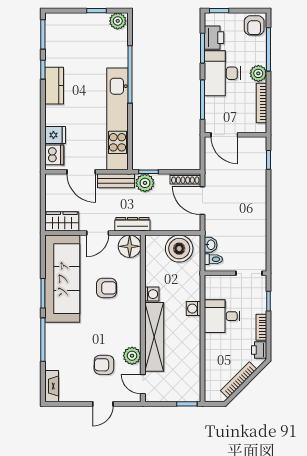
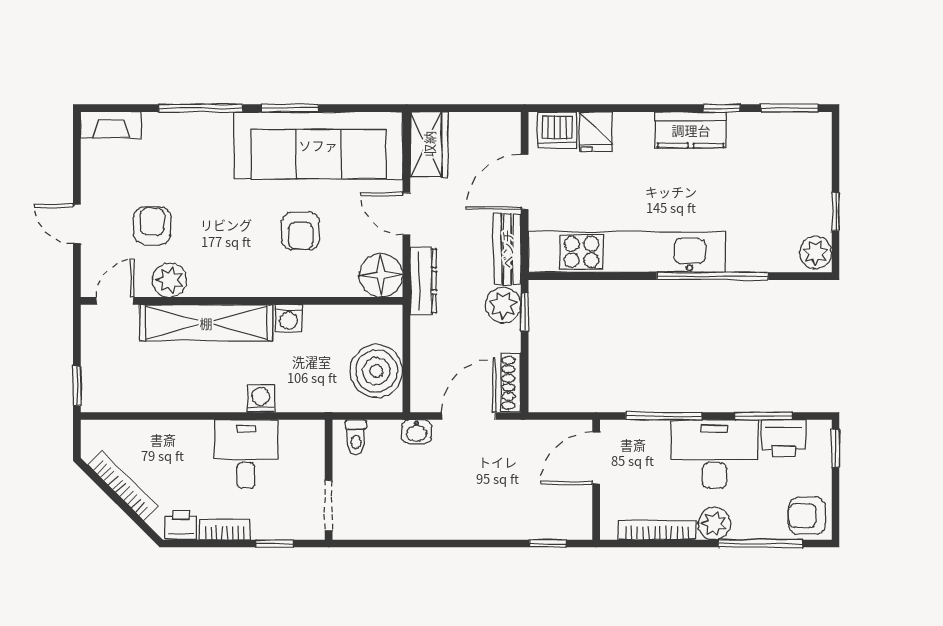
washbasin: (211, 245) -> (417, 432), moved

